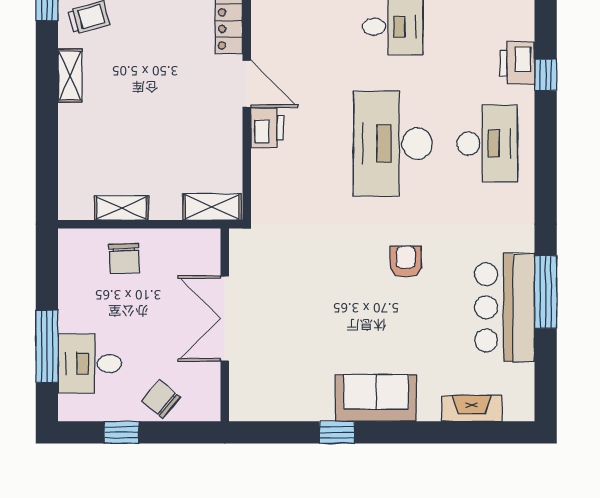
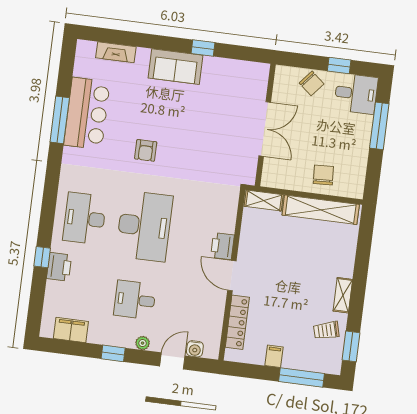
shelving: (122, 208) -> (321, 210), width x2.20, depth x1.33
desk: (90, 364) -> (356, 94), moved

